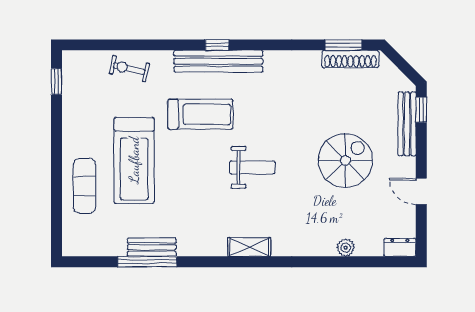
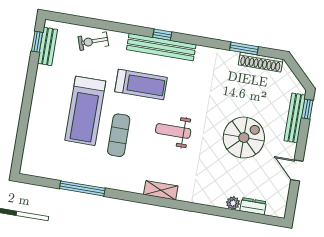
window: (343, 45) -> (244, 48), moved
exercise bike: (129, 69) -> (93, 41), turned -32
weight bench: (252, 167) -> (173, 131), turned 180
exercise mat: (84, 186) -> (119, 135), moved
bench: (152, 247) -> (48, 46), moved, turned 90
dresser: (400, 247) -> (253, 206), moved

